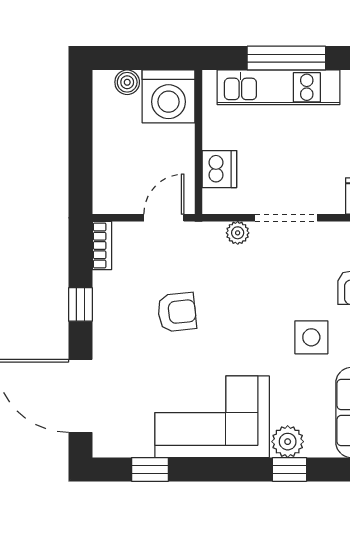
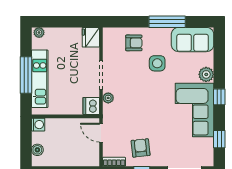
washing machine: (169, 96) -> (38, 125), width x0.53, depth x0.53
dishwasher: (219, 169) -> (91, 106), moved, turned -90
armchair: (177, 312) -> (141, 148), moved
window: (290, 469) -> (219, 97), moved

